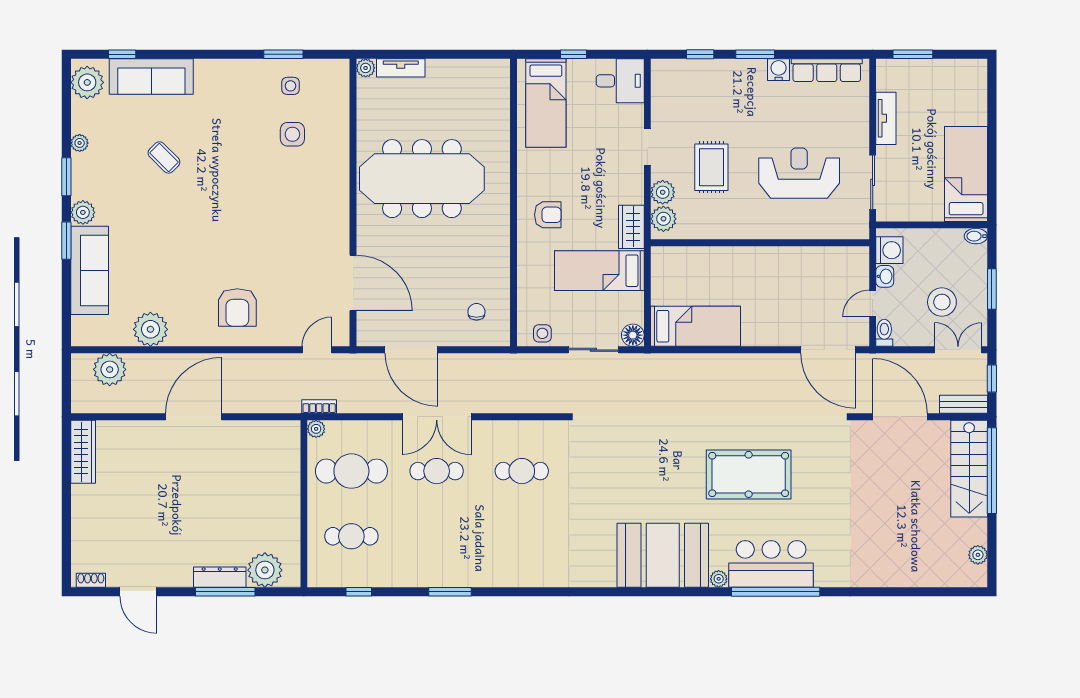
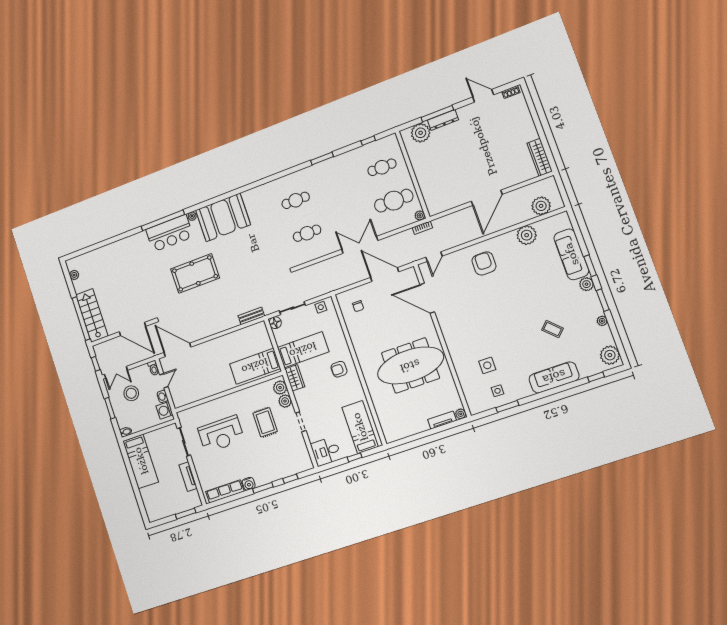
sofa: (151, 77) -> (554, 377), moved
bed: (696, 326) -> (255, 366), moved
bench: (963, 404) -> (251, 316), moved
cafe table: (437, 471) -> (296, 200), moved

